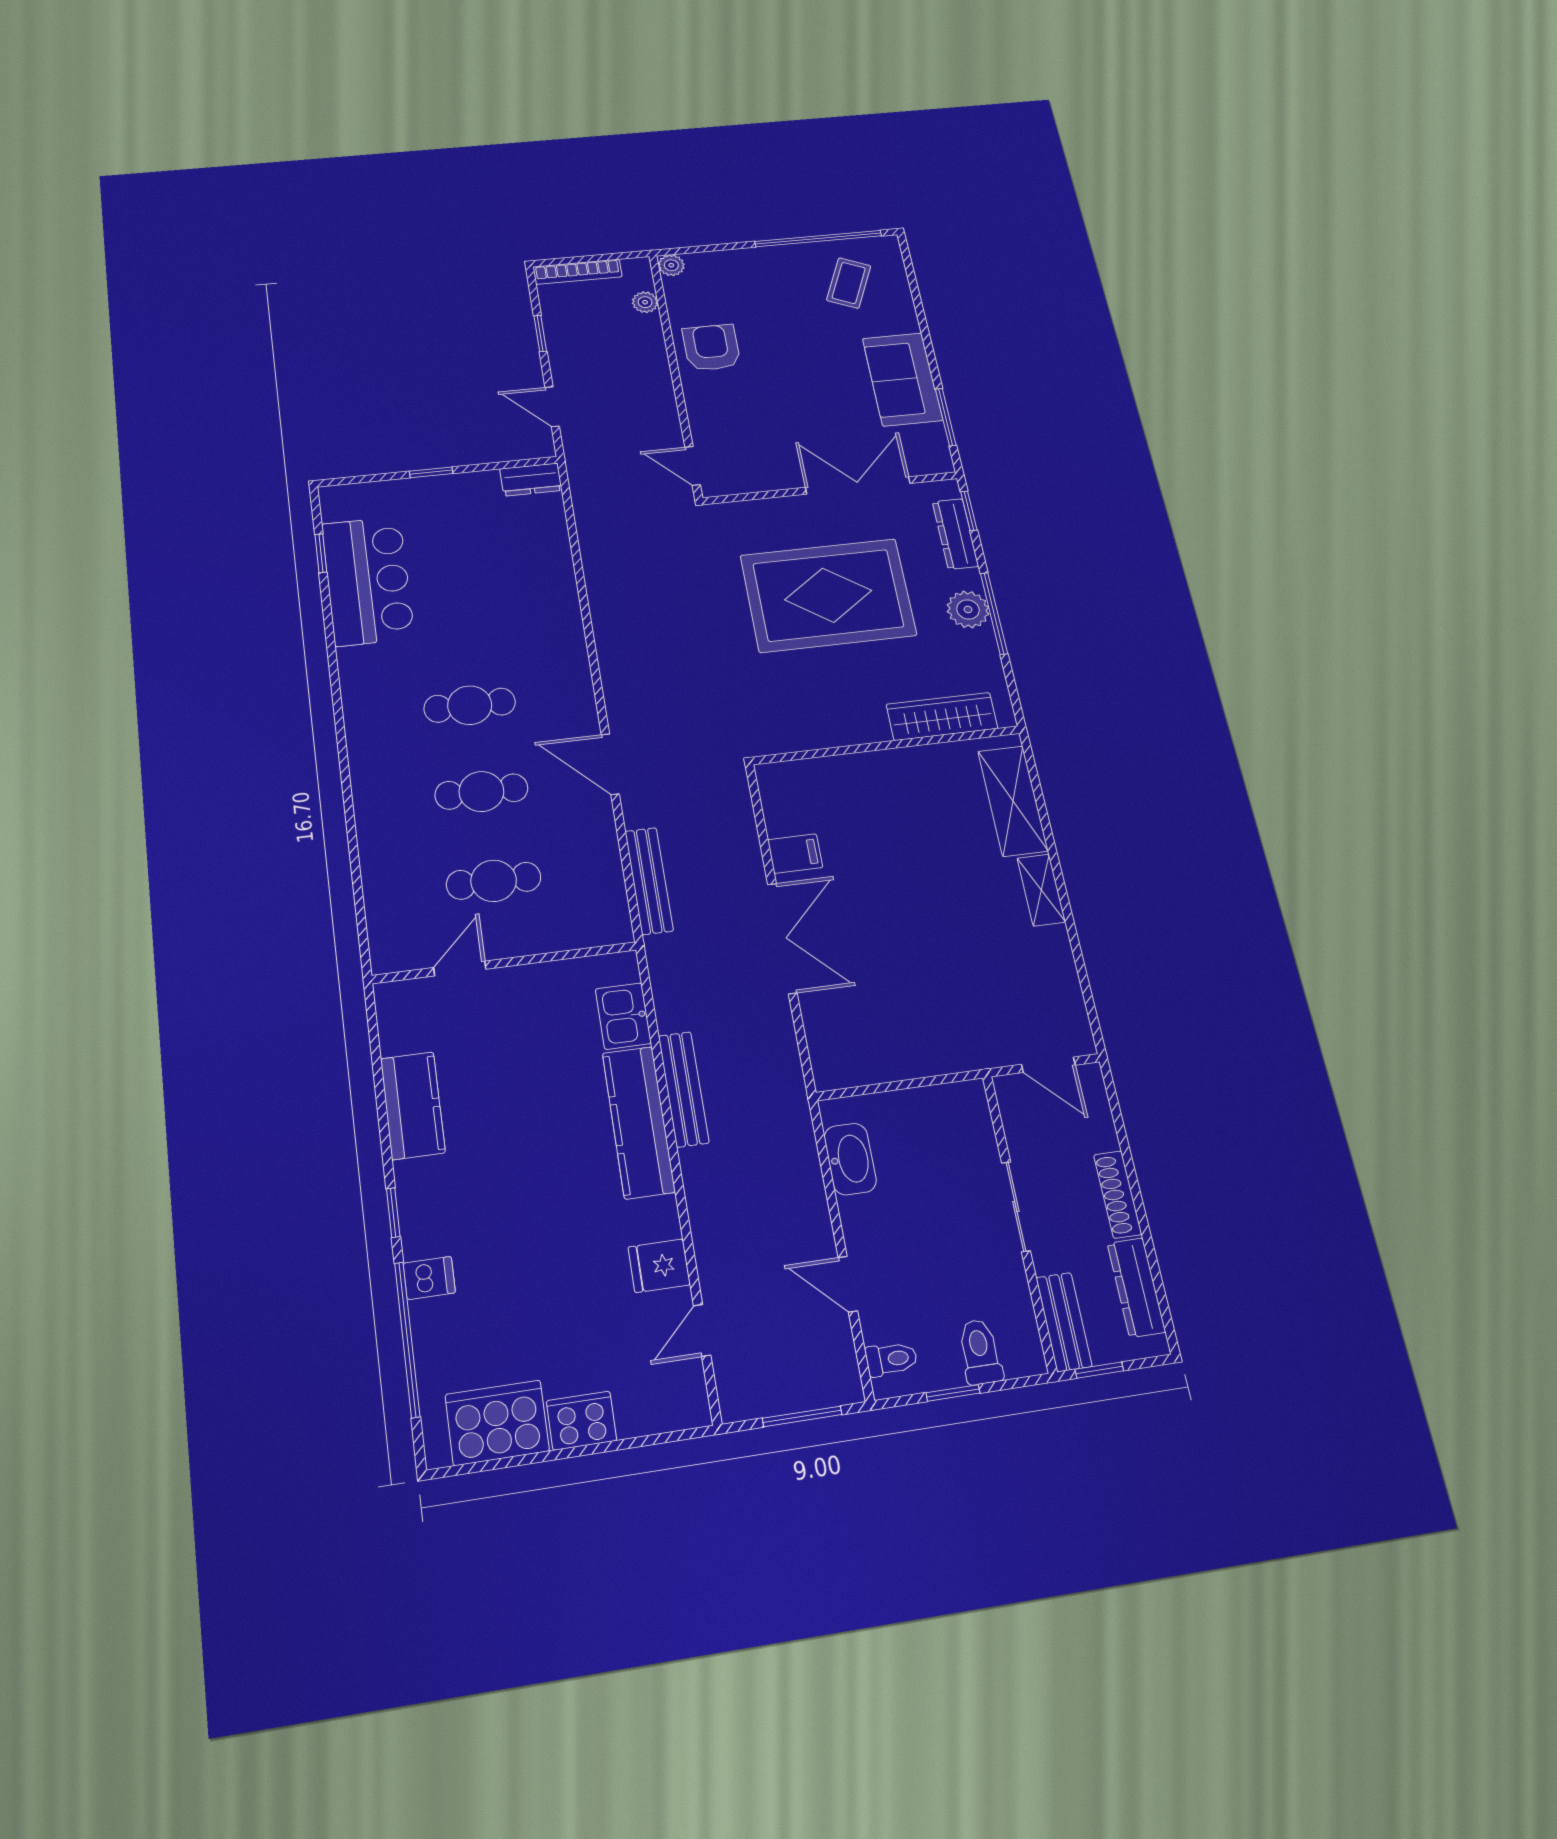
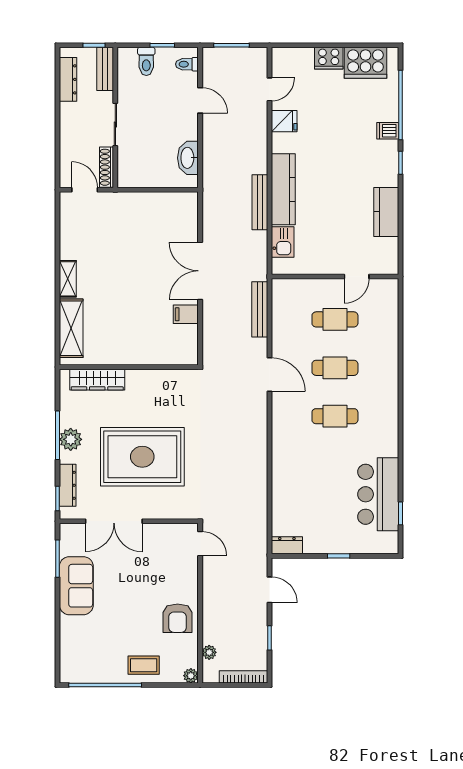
coffee table: (849, 283) -> (144, 665), moved, turned 66
shoe rack: (1118, 1194) -> (107, 167), moved, turned 180

